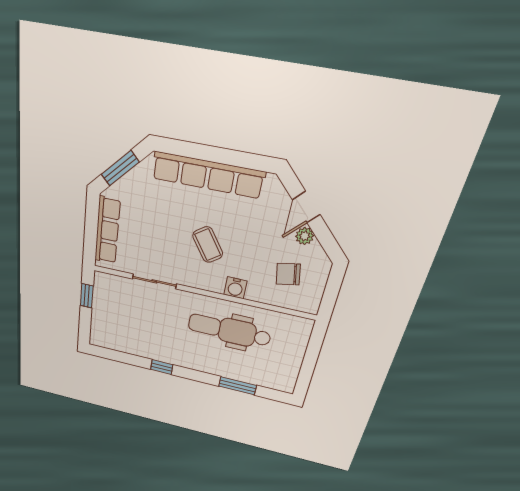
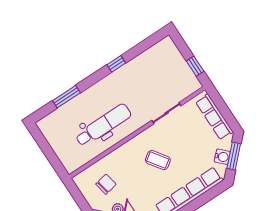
water cooler: (235, 288) -> (222, 157), moved, turned 135

